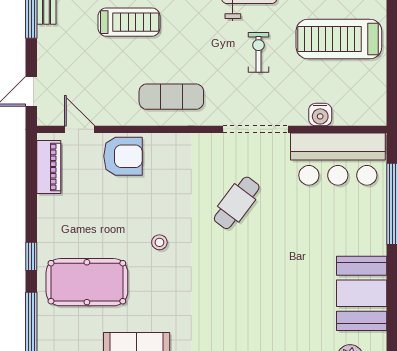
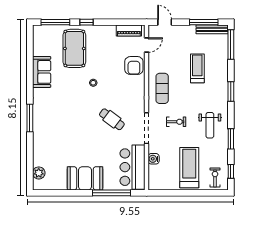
treadmill: (129, 22) -> (197, 68), turned 180
exercise bike: (258, 52) -> (176, 122), moved
booth: (362, 293) -> (85, 178), moved

